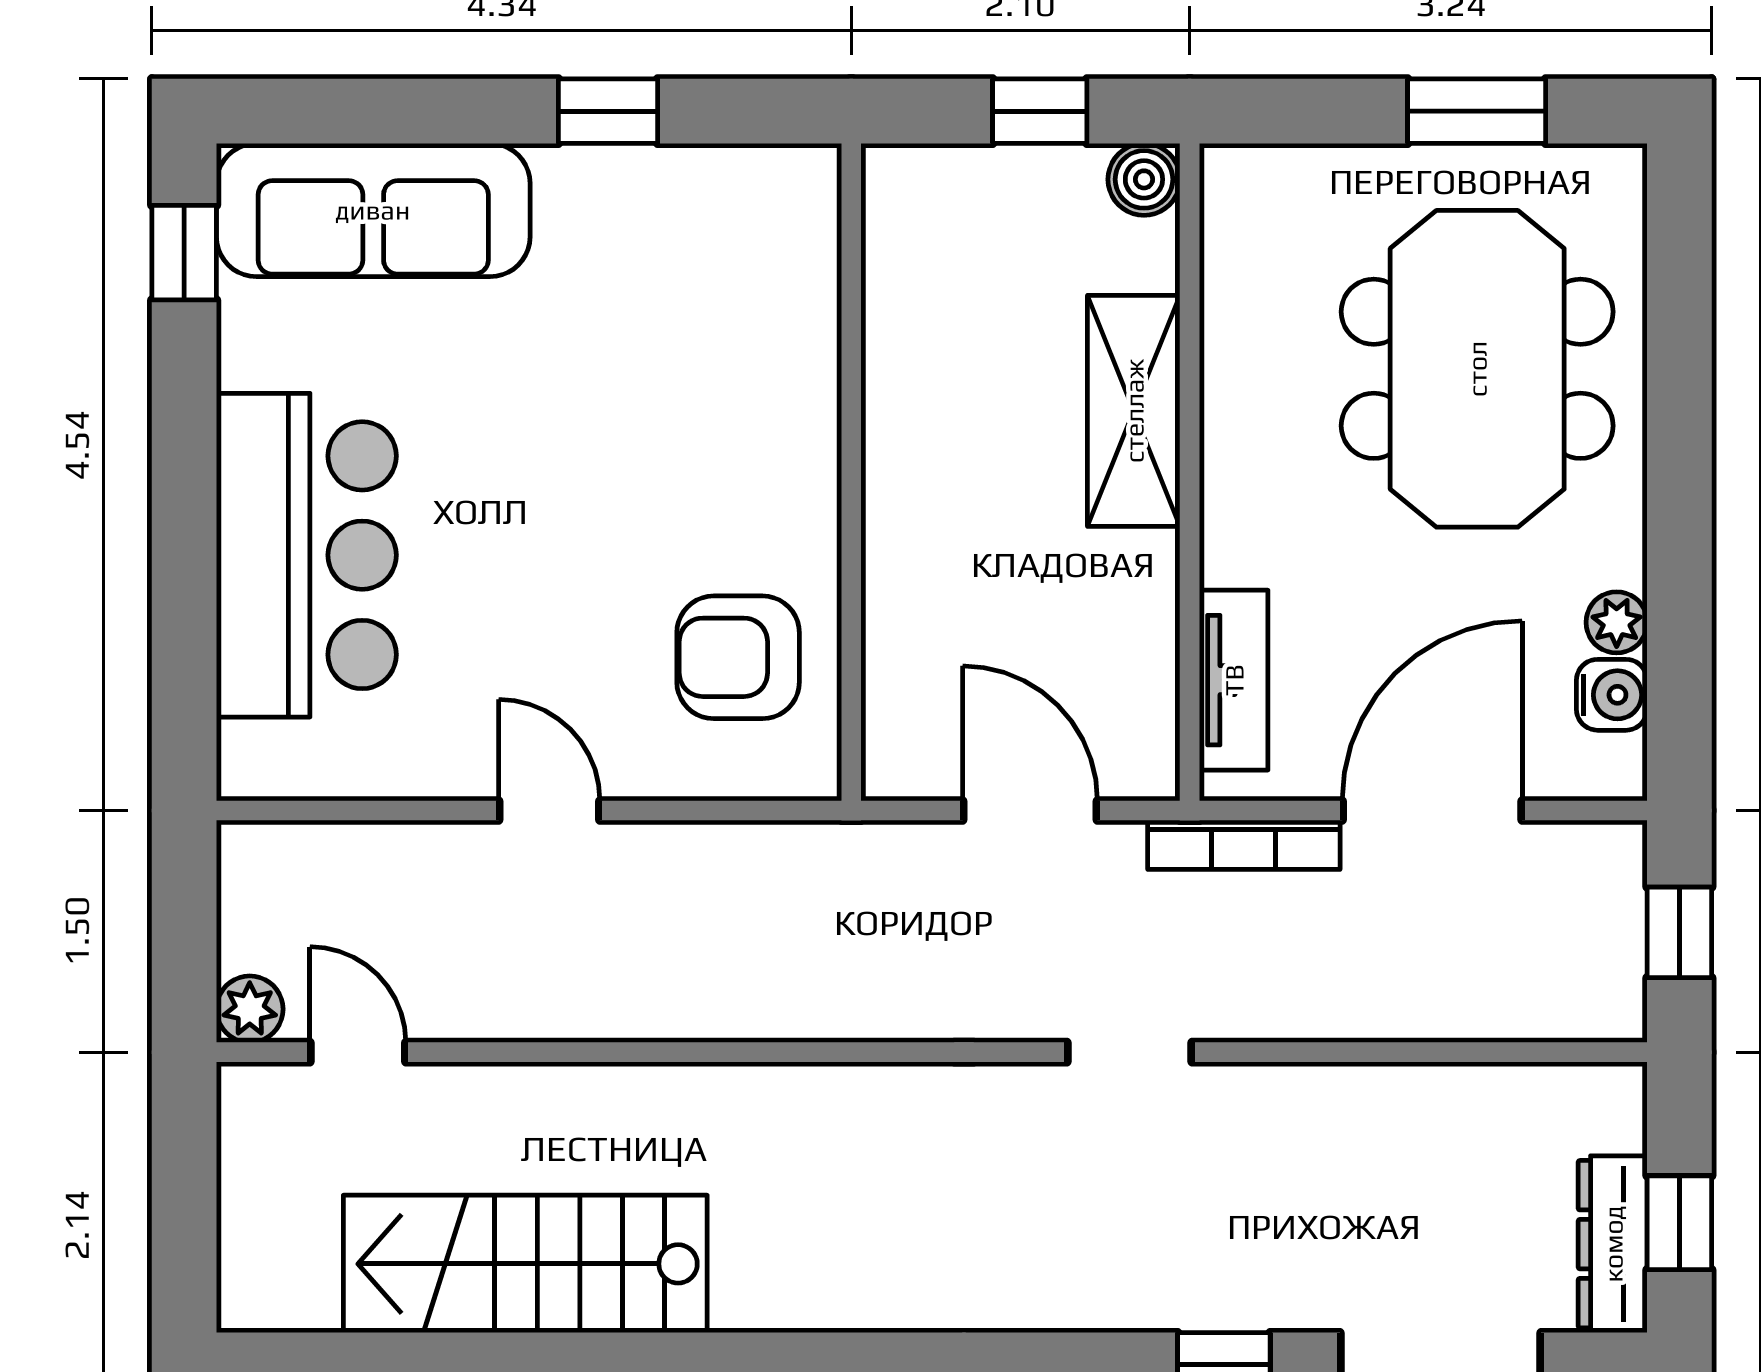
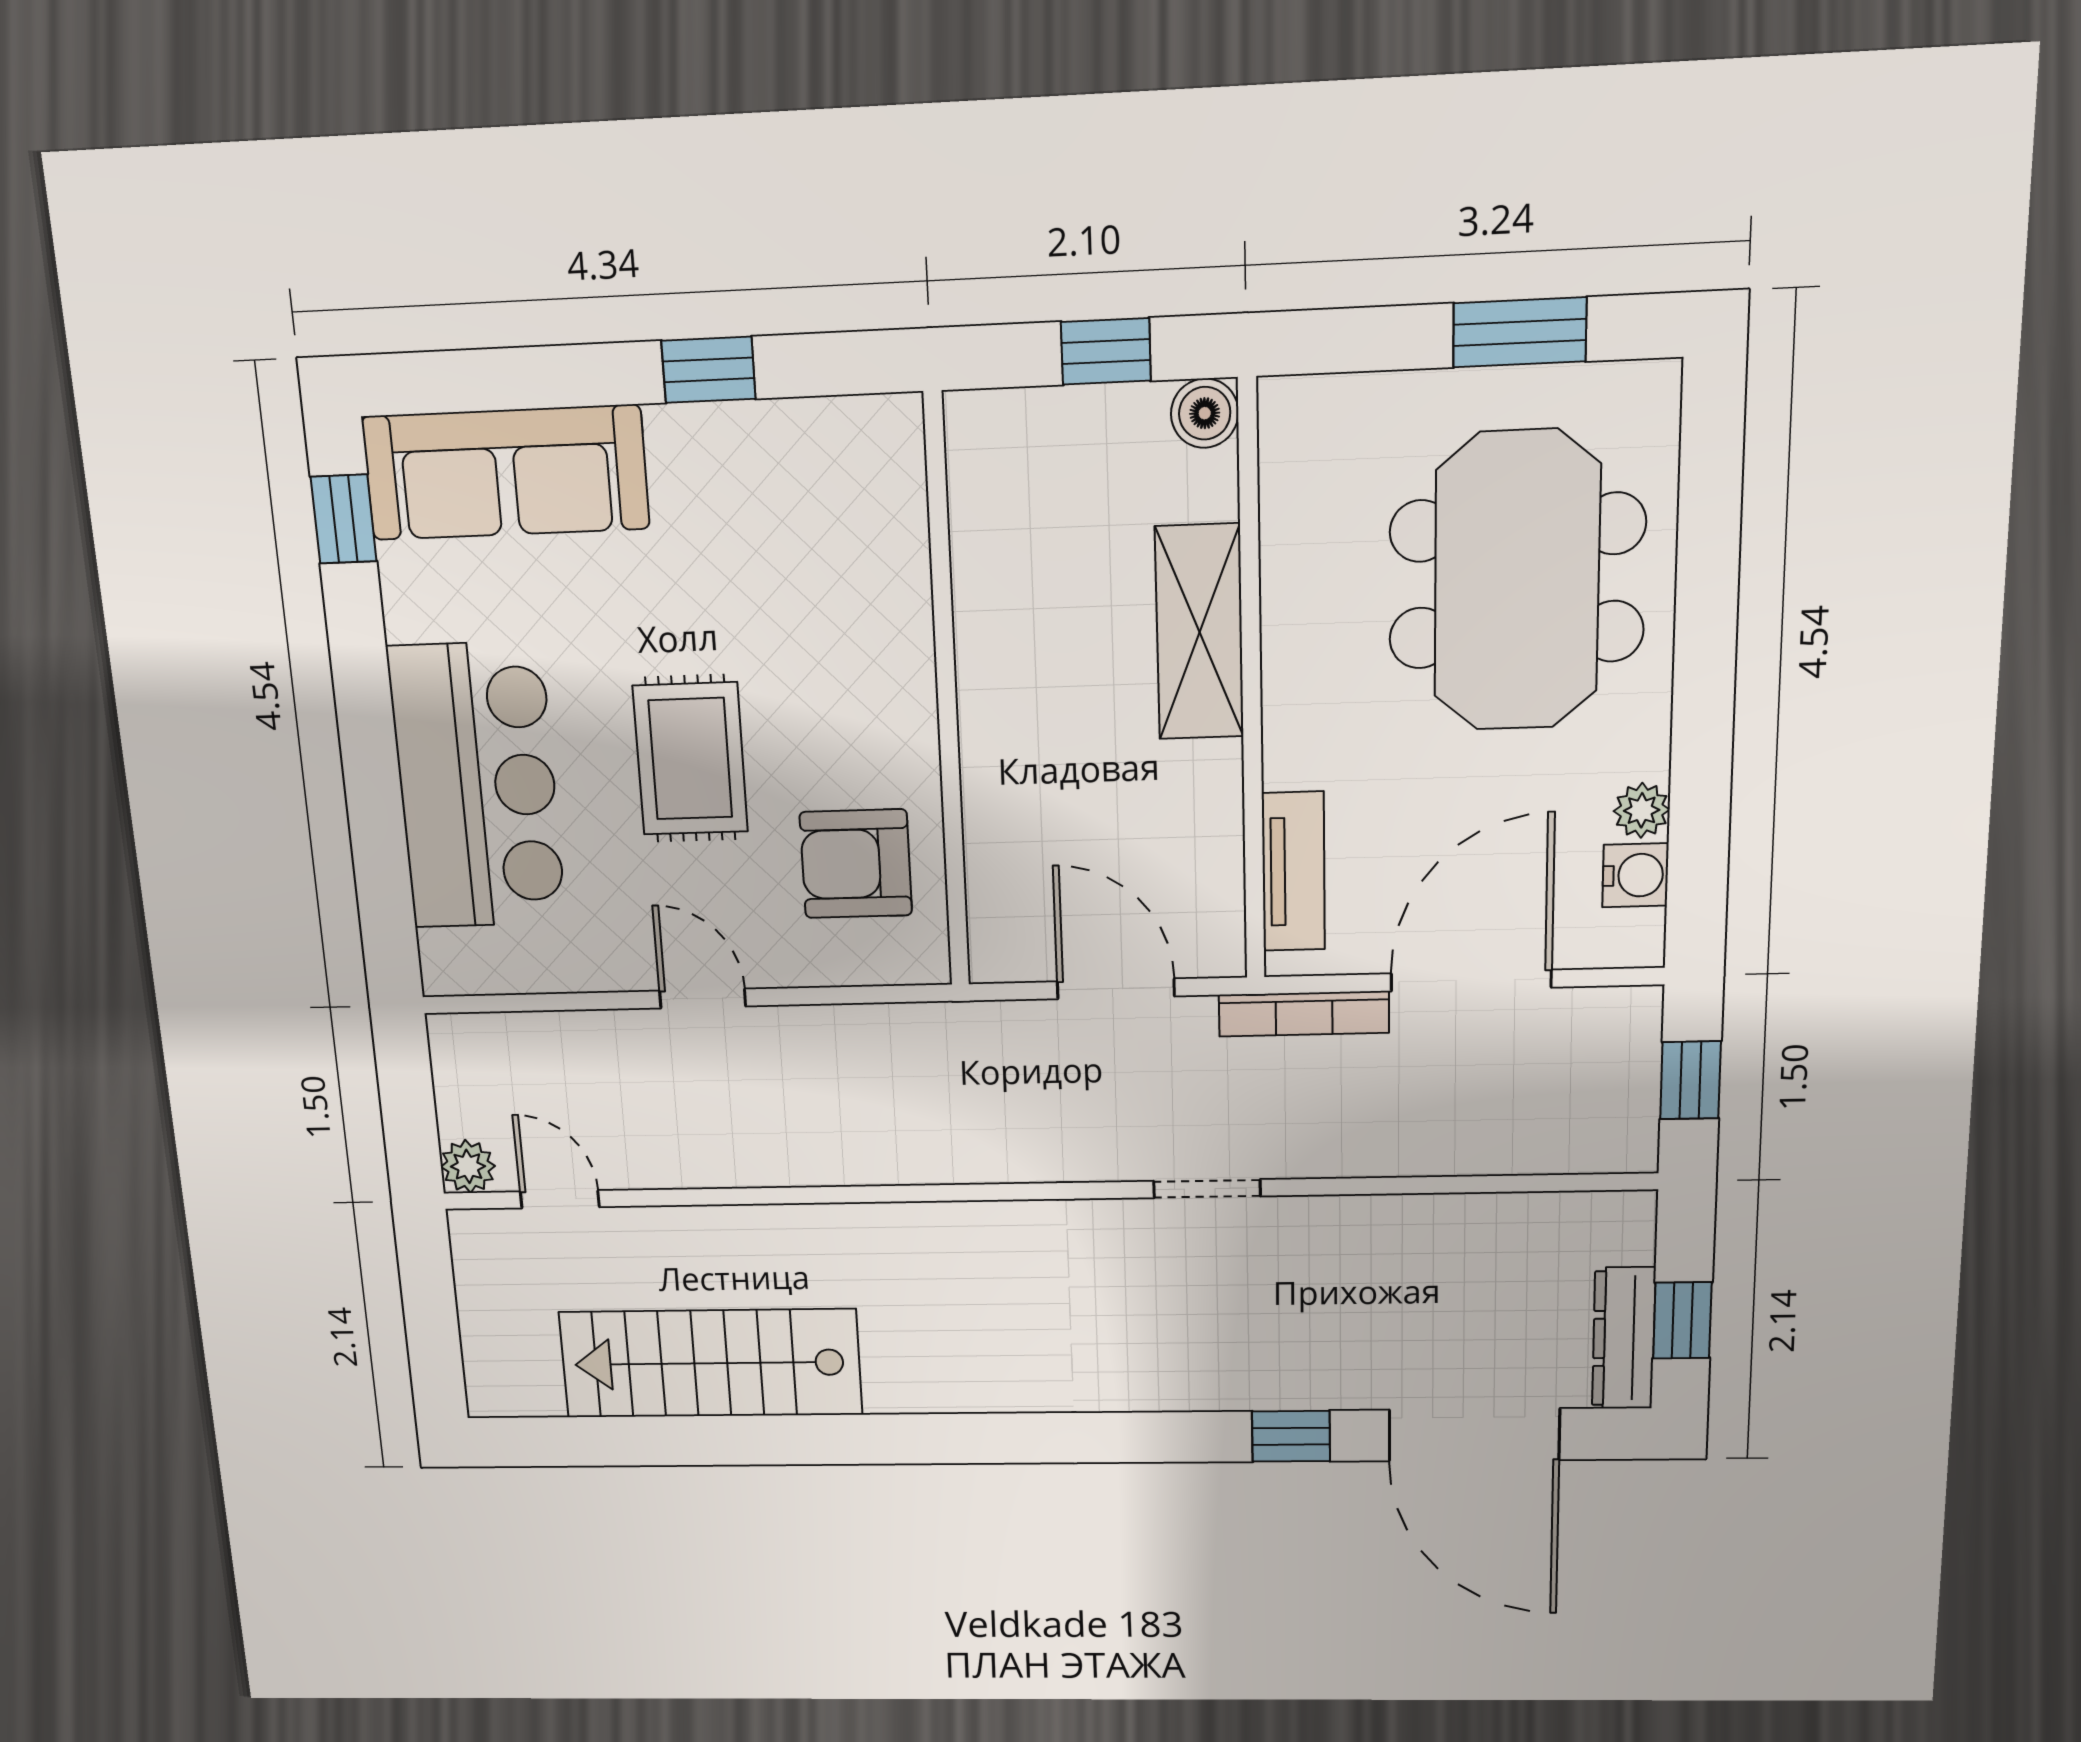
rug: (556, 532) -> (690, 759), added

